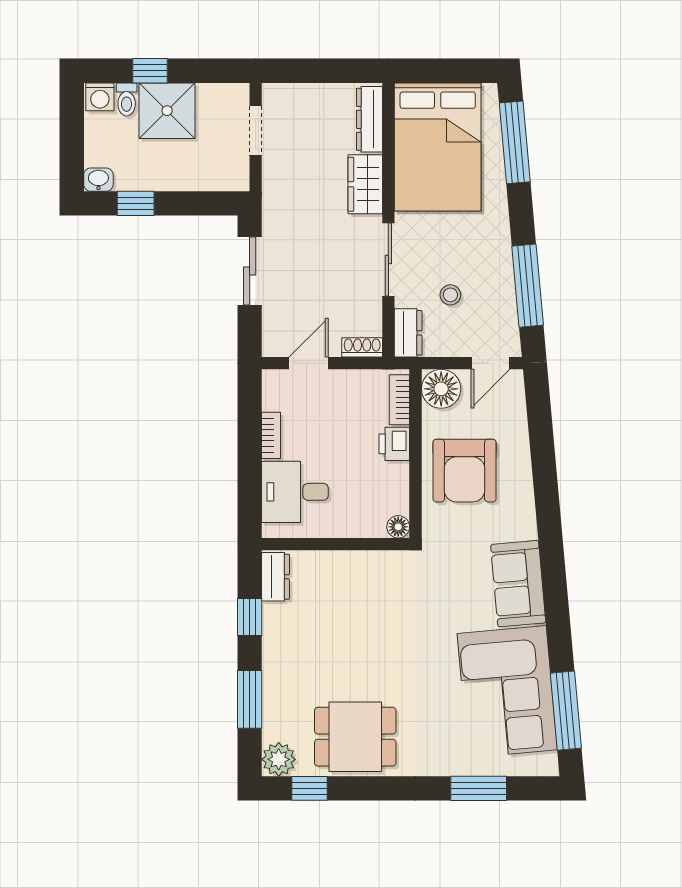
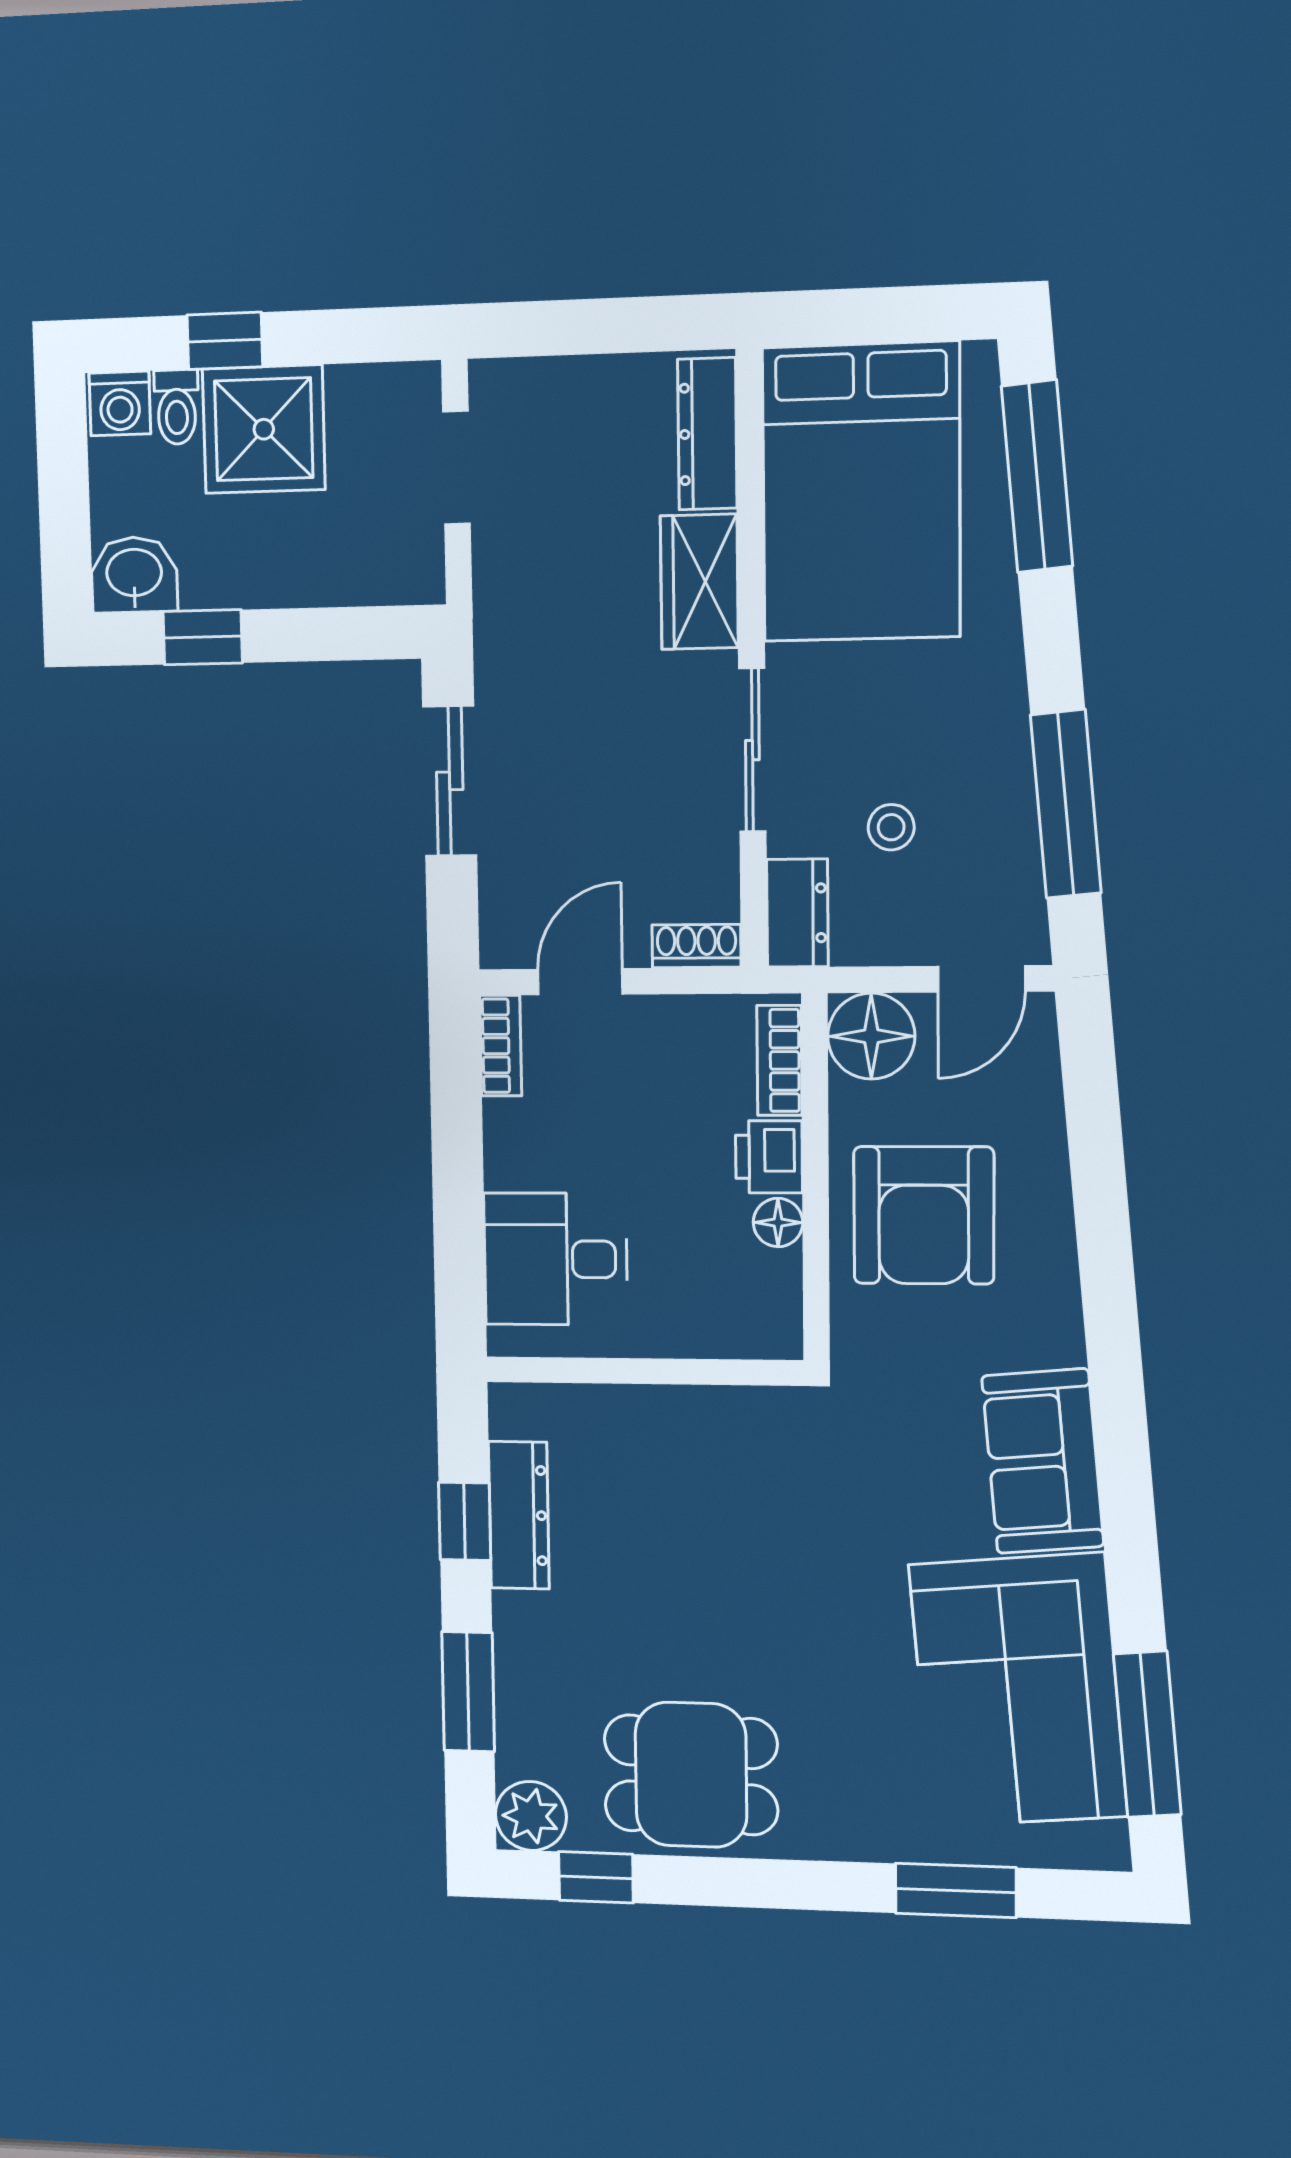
washbasin: (98, 180) -> (134, 575), width x1.38, depth x1.45
bookcase: (271, 435) -> (501, 1046), moved
floor lamp: (398, 527) -> (778, 1223), moved
dresser: (275, 577) -> (519, 1515), moved, width x1.44

